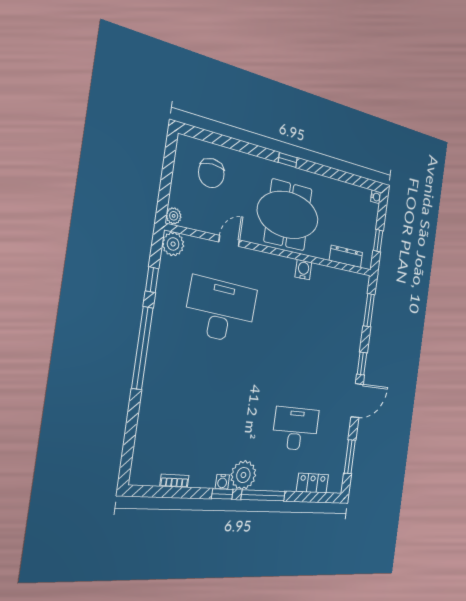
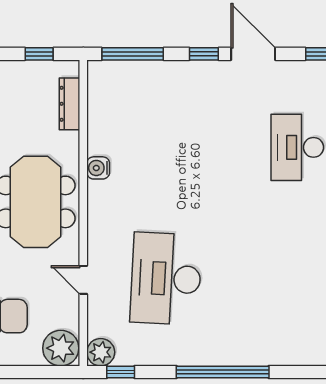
plant: (174, 216) -> (61, 348), width x1.87, depth x1.87
window: (152, 280) -> (121, 372), moved
window: (369, 310) -> (133, 54), width x1.44

